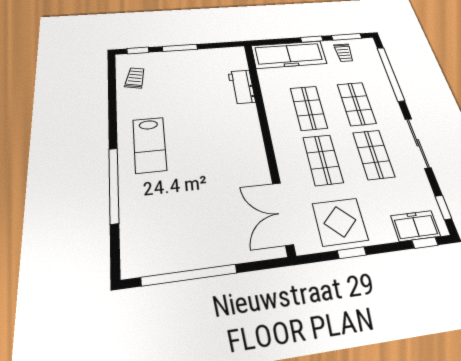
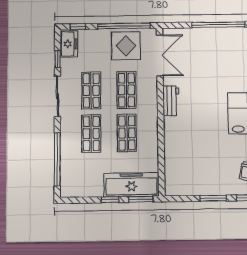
window: (347, 37) -> (141, 199), moved
trolley: (344, 53) -> (88, 183), removed
workbench: (242, 87) -> (171, 101), moved
window: (443, 207) -> (58, 59), moved
freezer: (415, 226) -> (69, 44), moved, turned -90
window: (352, 253) -> (124, 26), width x3.17

